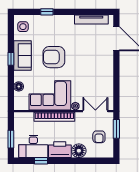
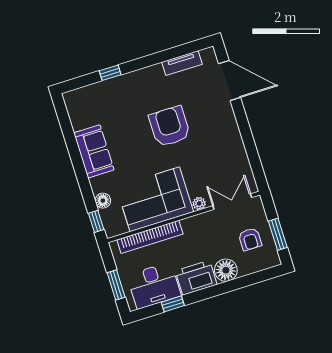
tv unit: (91, 19) -> (182, 63), width x0.71
side table: (23, 27) -> (81, 107), removed
armchair: (54, 57) -> (169, 126), moved, turned 90
window: (11, 59) -> (96, 221), moved
bookcase: (54, 117) -> (150, 237), moved
window: (116, 129) -> (278, 234), moved

